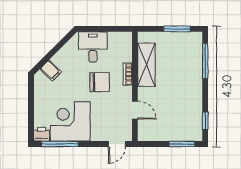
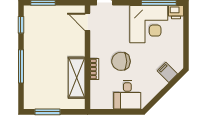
window: (205, 61) -> (21, 66), moved
door: (135, 110) -> (87, 22), moved

